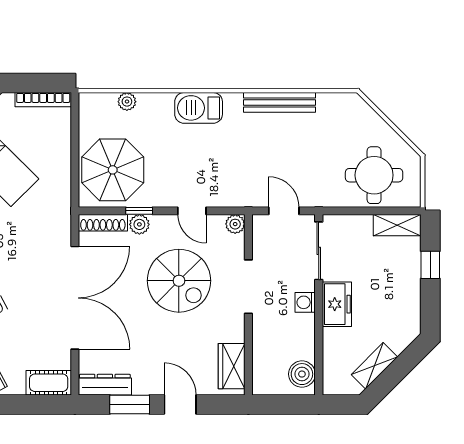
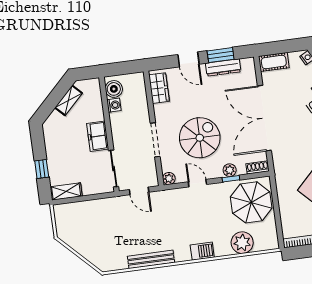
plant: (127, 102) -> (242, 243), width x1.88, depth x1.88
barbecue: (199, 108) -> (202, 251), width x0.73, depth x0.79
round table: (374, 175) -> (85, 221), removed
shoe rack: (103, 223) -> (258, 167), width x0.70
spiral stairs: (179, 281) -> (200, 138), turned 90
washing machine: (305, 302) -> (114, 105), moved
dresser: (105, 385) -> (223, 68), moved

